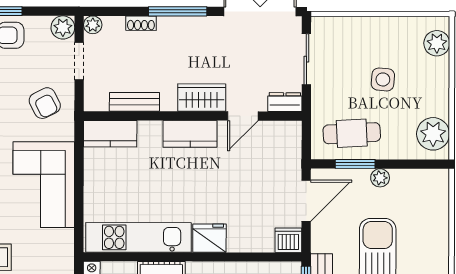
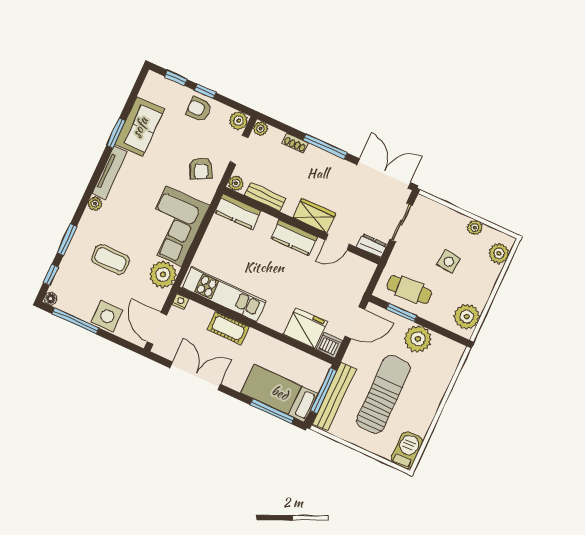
plant: (395, 26) -> (475, 228), added
plant: (93, 102) -> (236, 183), added
plant: (380, 178) -> (418, 339), width x1.88, depth x1.88
fridge: (209, 238) -> (305, 328), moved, width x1.36, depth x1.34
plant: (57, 247) -> (163, 274), added

